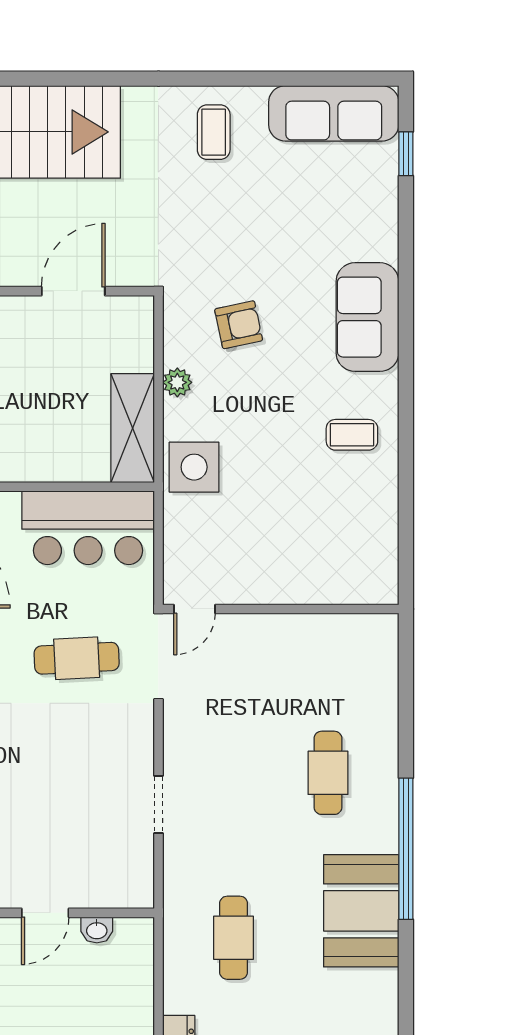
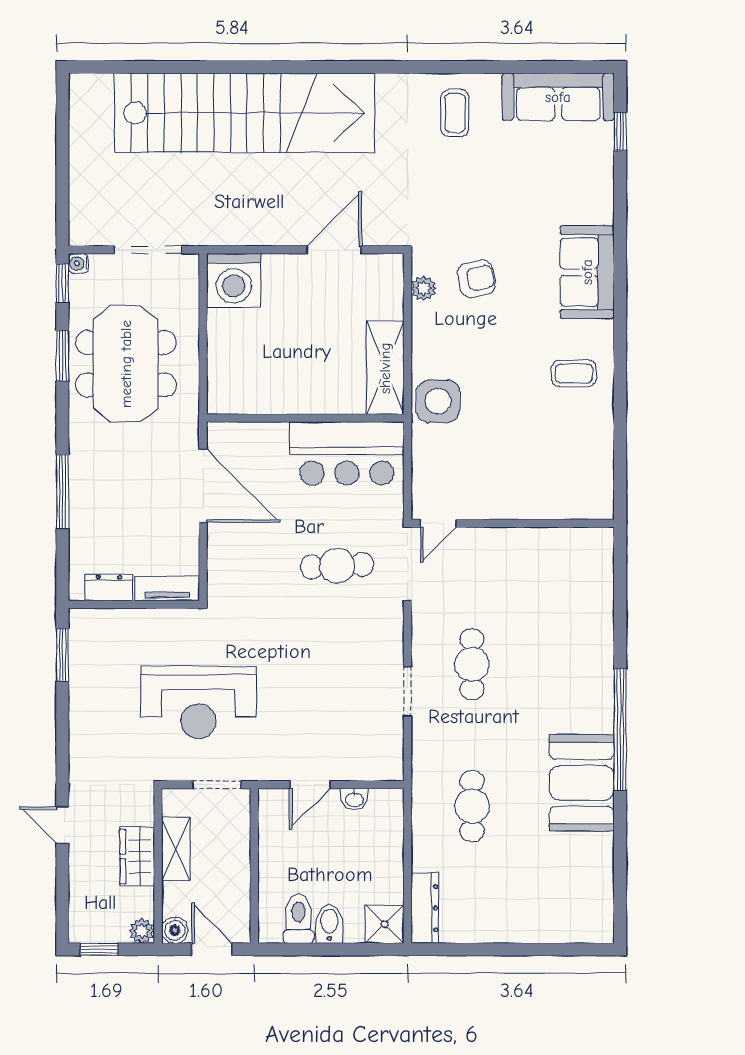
plant: (177, 382) -> (424, 288), moved
cafe table: (328, 773) -> (472, 664), moved

